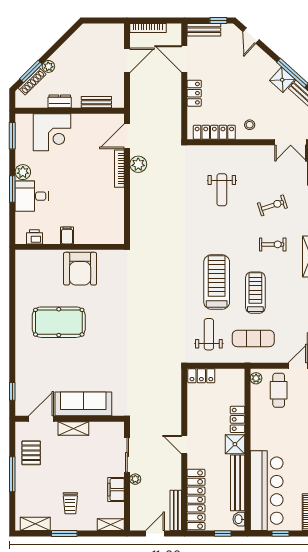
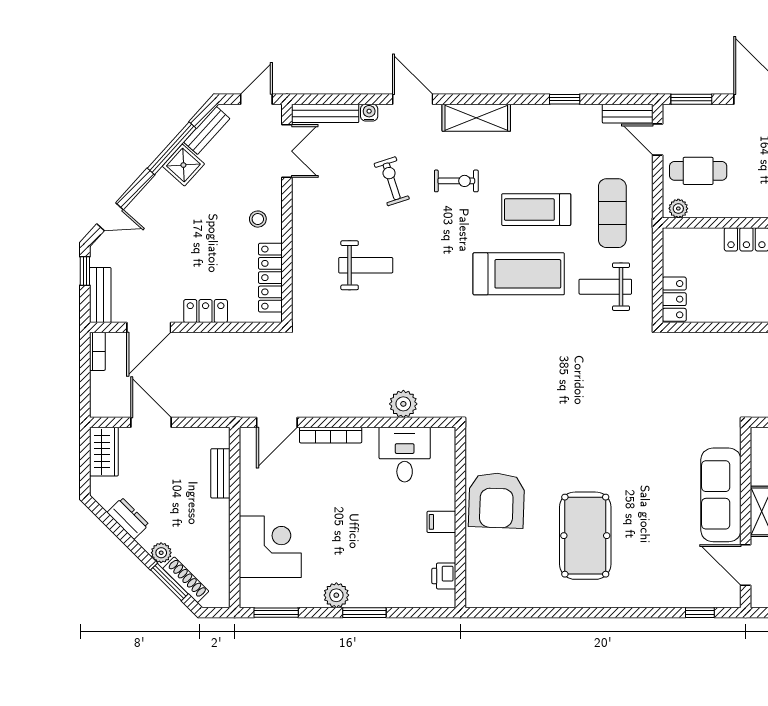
bookcase: (148, 28) -> (97, 351), moved, width x0.64
wardrobe: (109, 32) -> (104, 452), added
dresser: (60, 101) -> (128, 518), moved, turned 135
door: (127, 136) -> (277, 422), hinge flipped
plant: (138, 164) -> (403, 404), moved
desk: (32, 196) -> (405, 455), moved, turned 180
exercise bike: (273, 244) -> (456, 181), turned 90
armchair: (80, 269) -> (497, 500), turned 92
treadmill: (217, 282) -> (519, 274), turned 180

